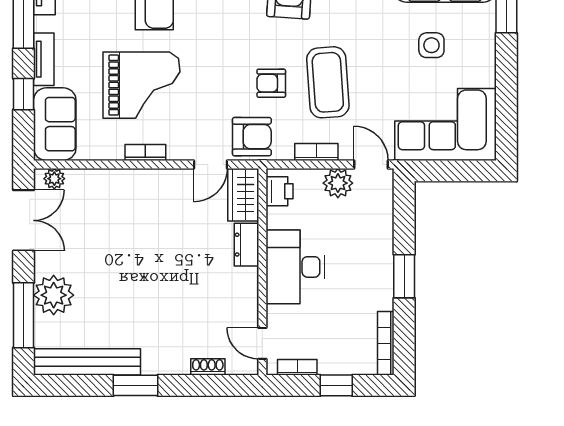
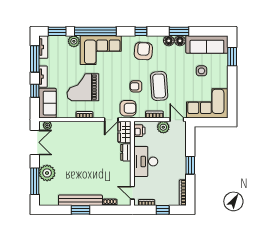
grand piano: (141, 85) -> (83, 87), turned 180
bench: (87, 362) -> (80, 200), moved

